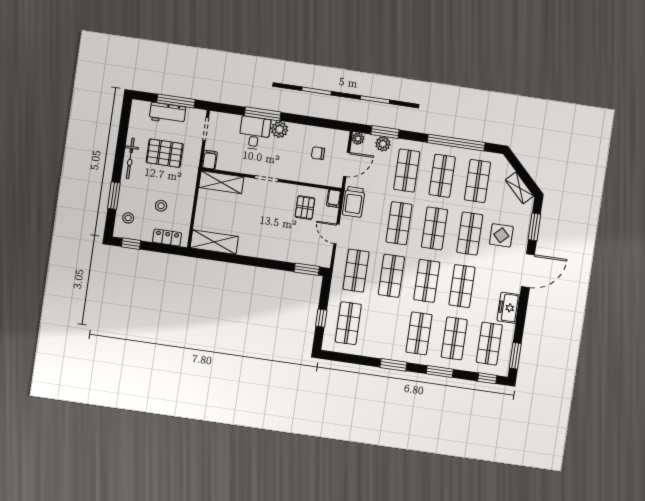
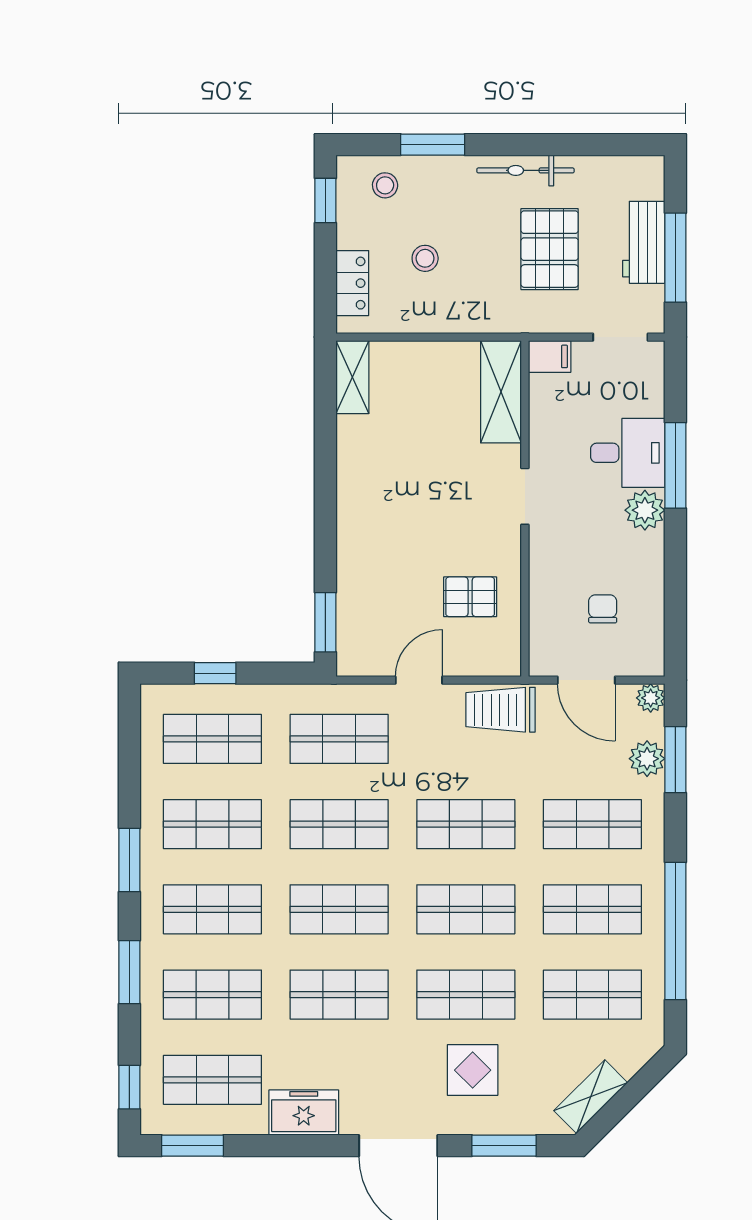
filing cabinet: (334, 198) -> (501, 662), removed
shelving: (214, 242) -> (352, 377), width x0.67, depth x0.75
shop shelf: (384, 328) -> (212, 824), added

